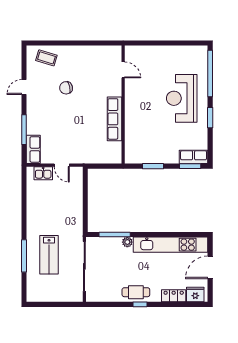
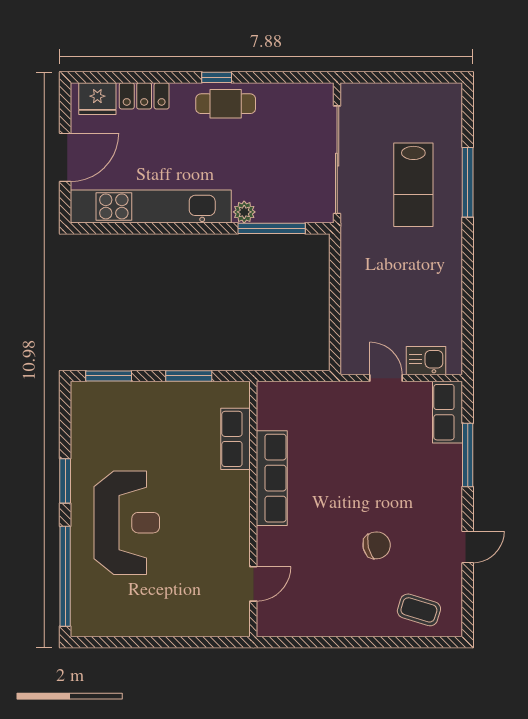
door: (123, 70) -> (253, 584), swing flipped
row of seats: (194, 157) -> (235, 439), moved, turned 90
lab bench: (49, 255) -> (413, 185), turned 180

